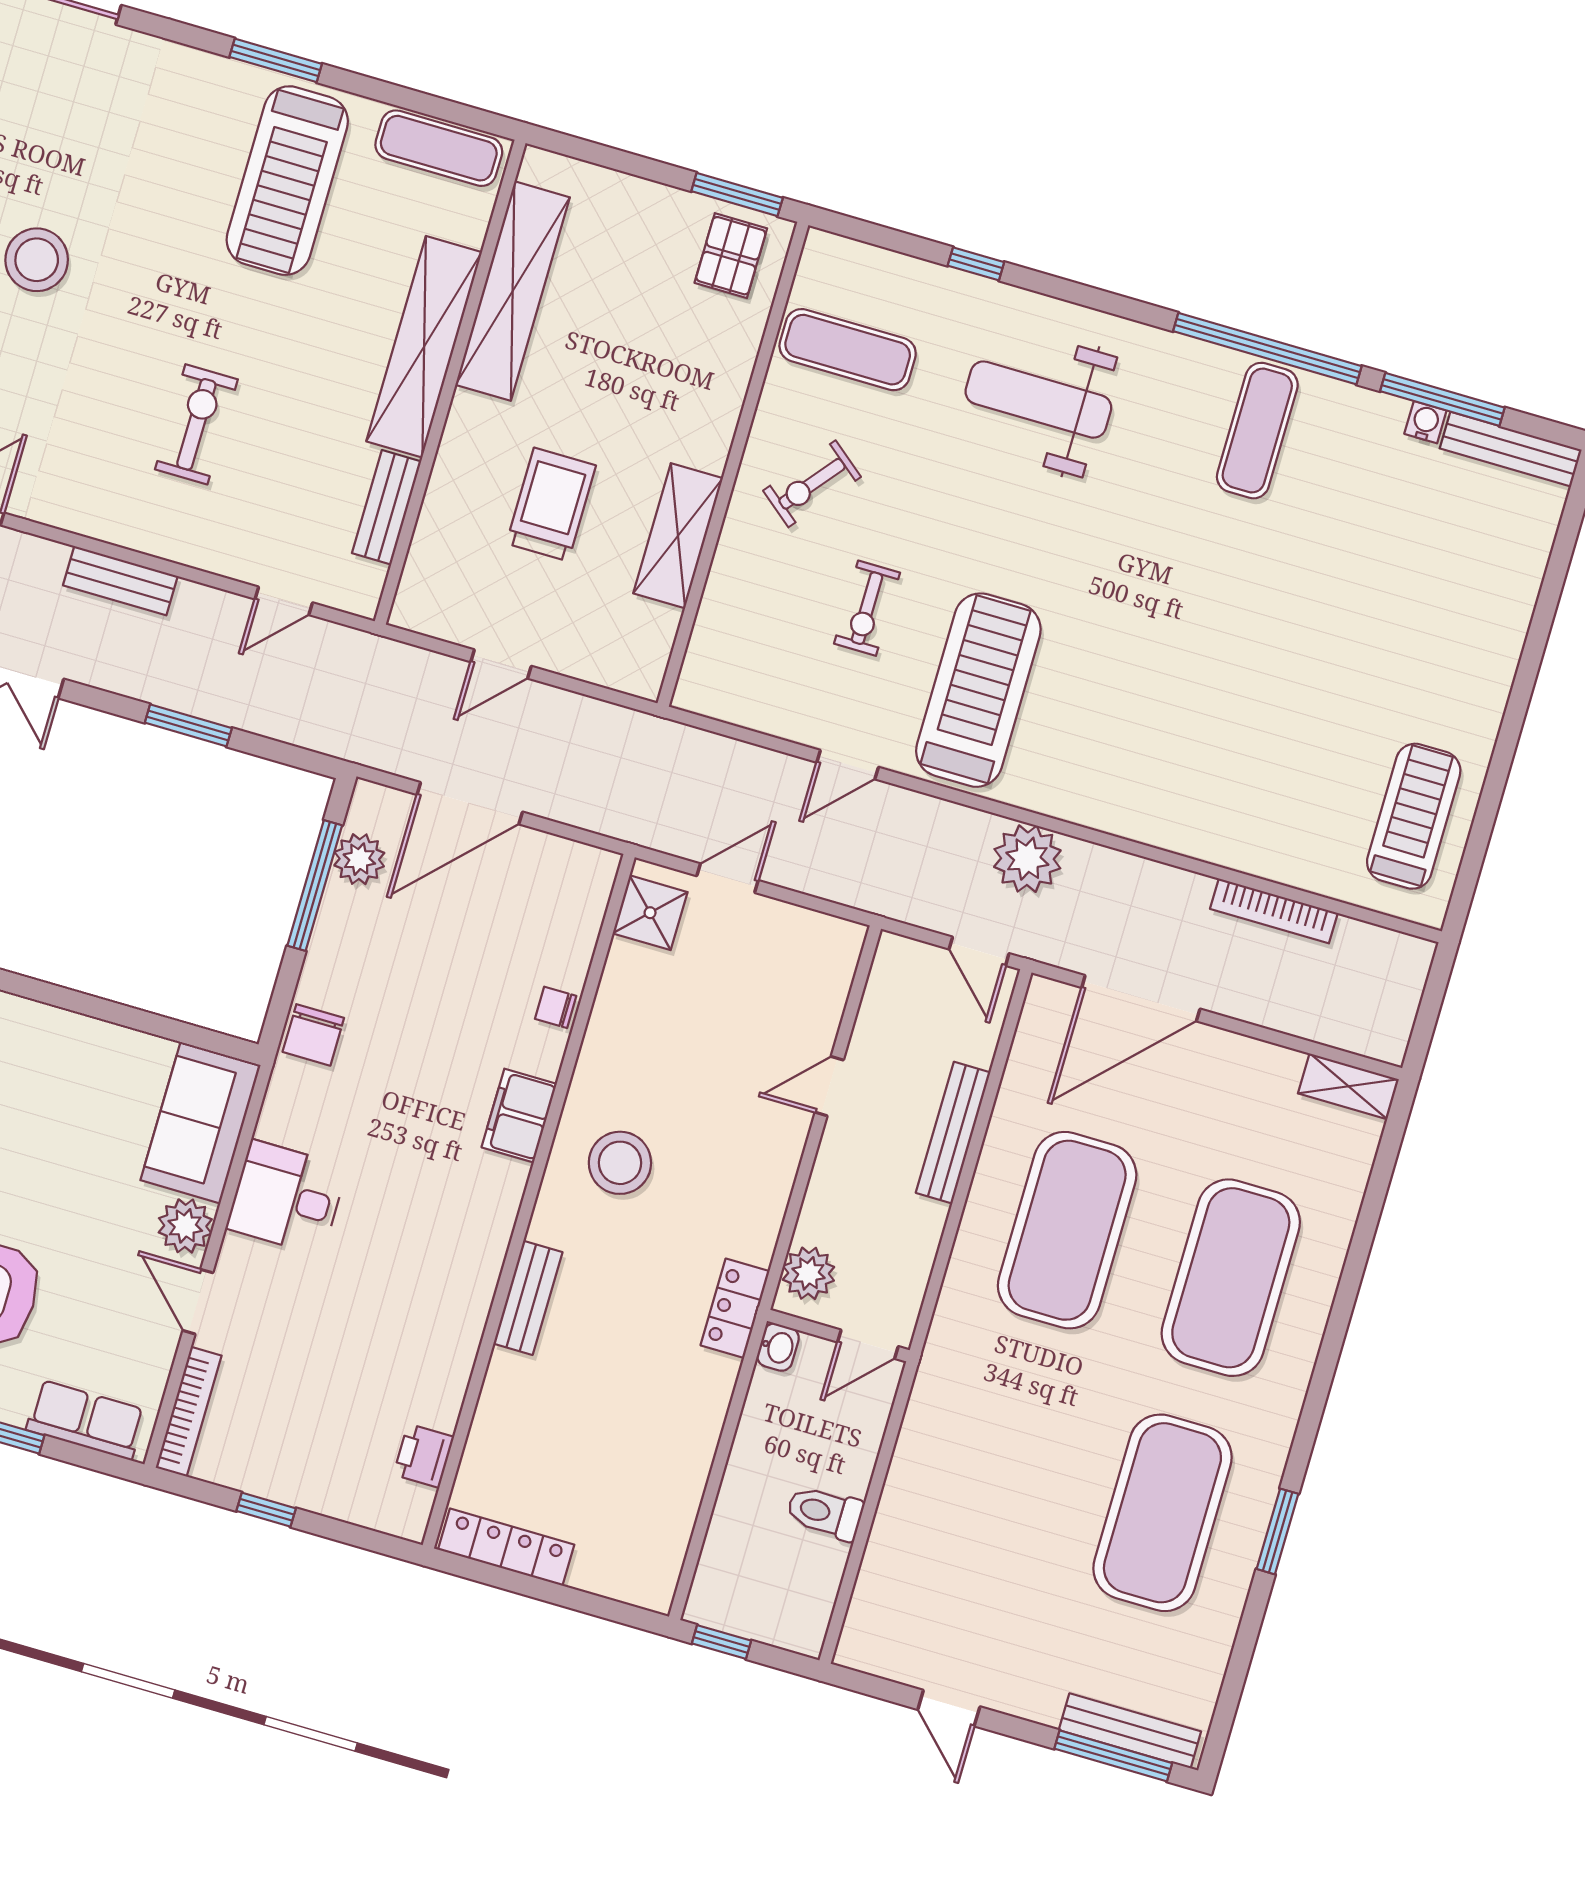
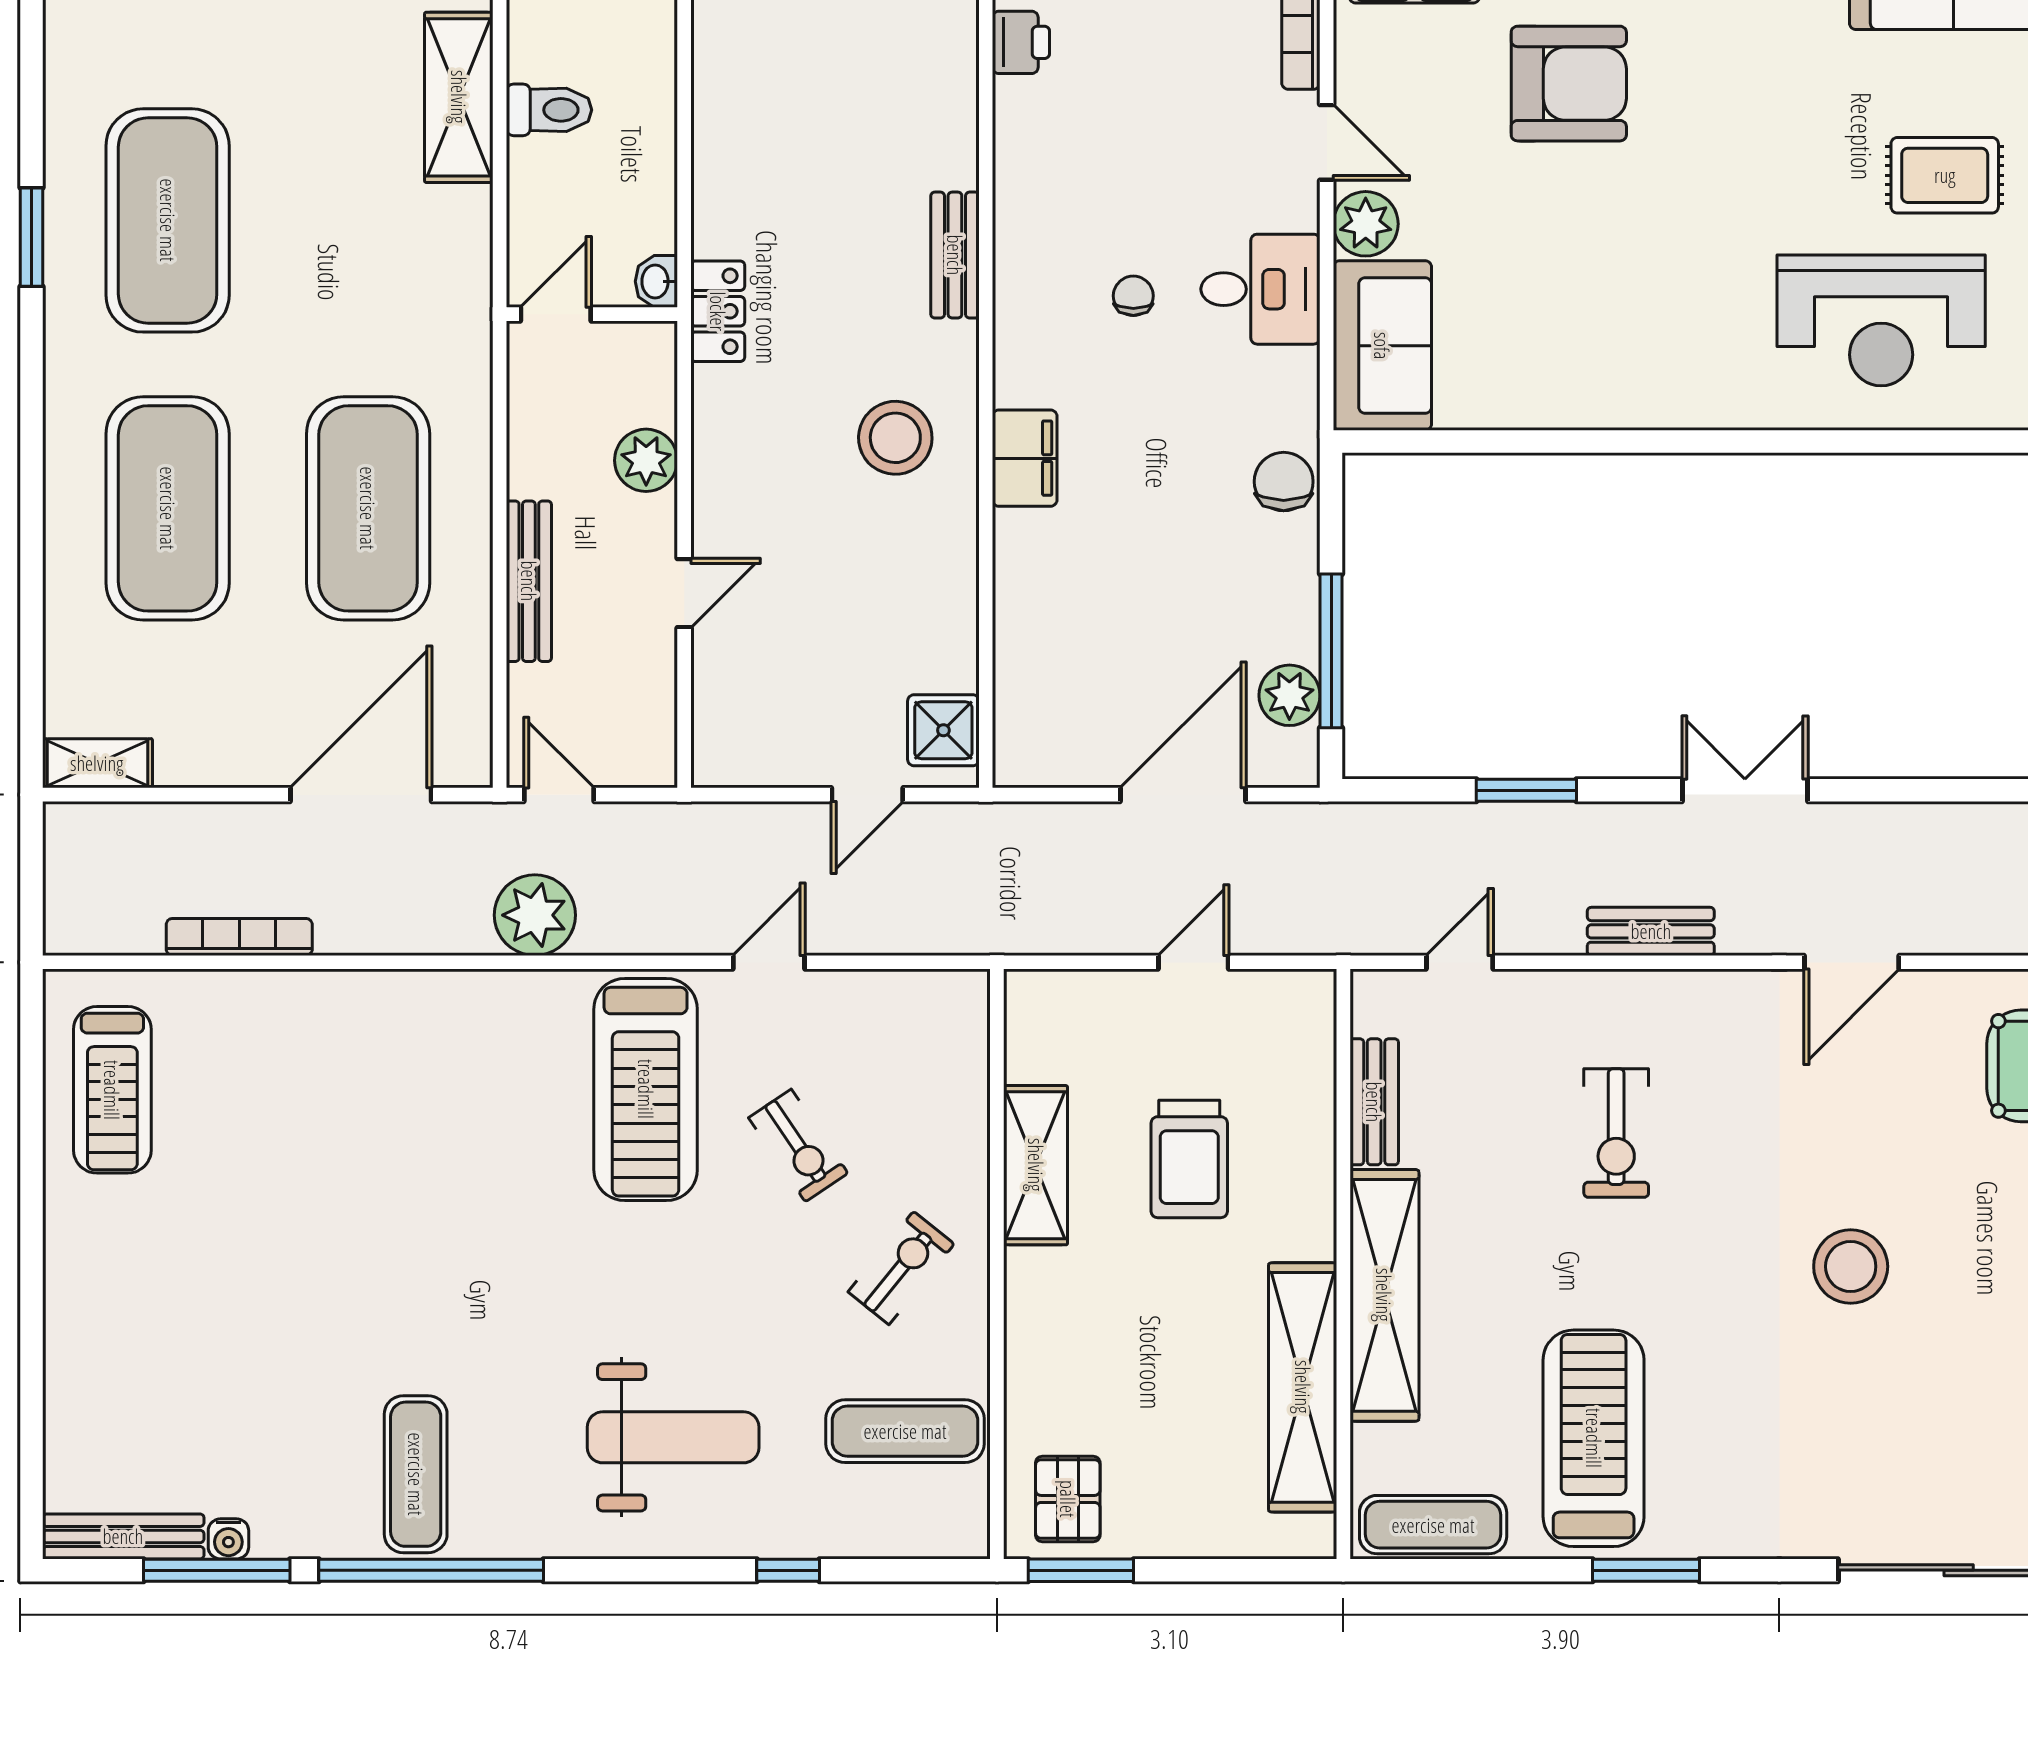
exercise bike: (867, 608) -> (798, 1145), turned 146
chair: (556, 1007) -> (1133, 296), moved, turned -90
plant: (809, 1273) -> (646, 460), moved
shelving: (895, 1544) -> (459, 97), added

